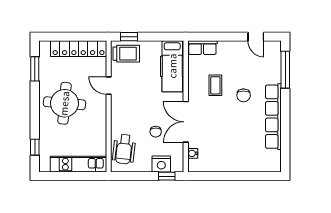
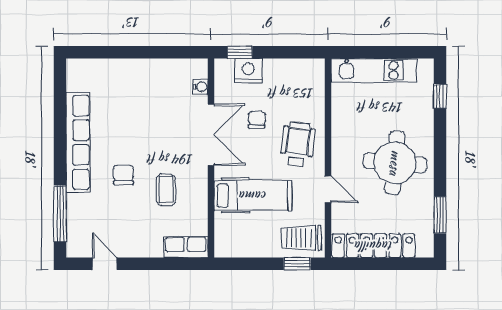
hospital bed: (172, 66) -> (253, 196), moved, turned 90
wheelchair: (124, 149) -> (298, 145), moved

